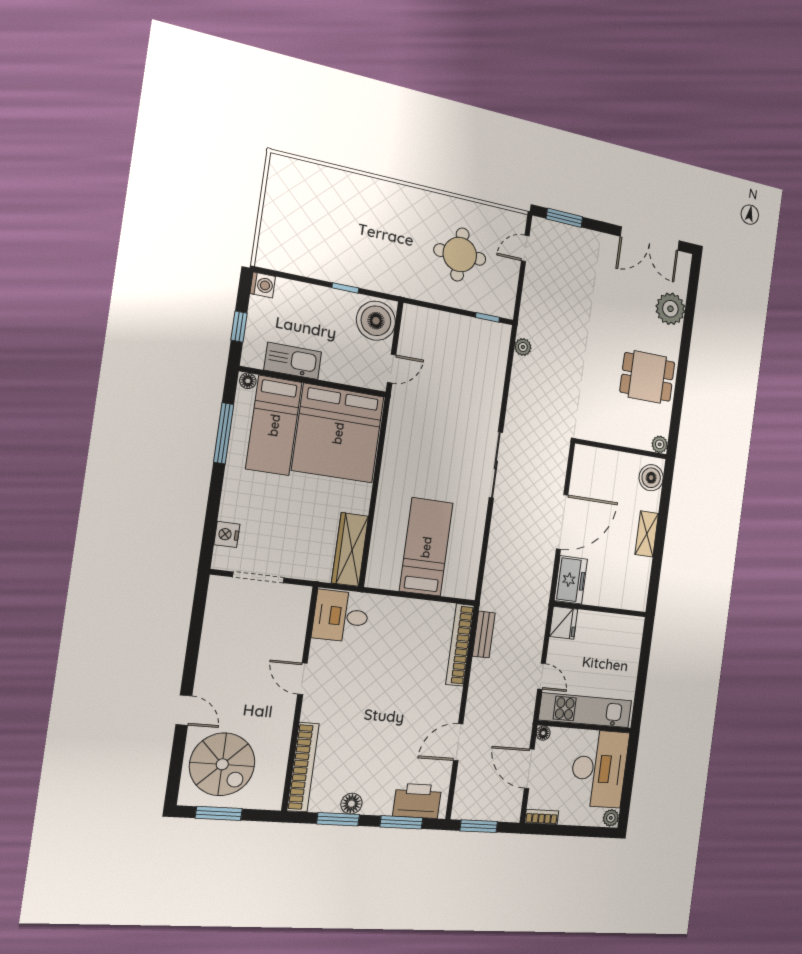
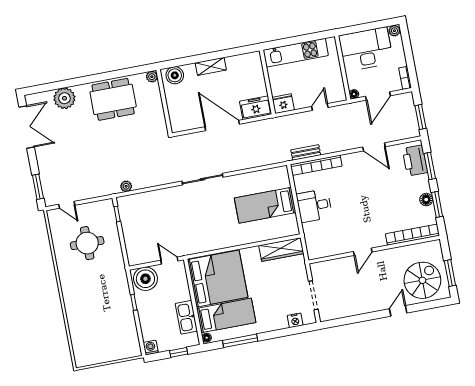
dining table: (647, 377) -> (113, 99), width x1.38
desk: (341, 616) -> (314, 206), moved, turned 90
kitchen unit: (585, 710) -> (296, 53), moved, turned -90

